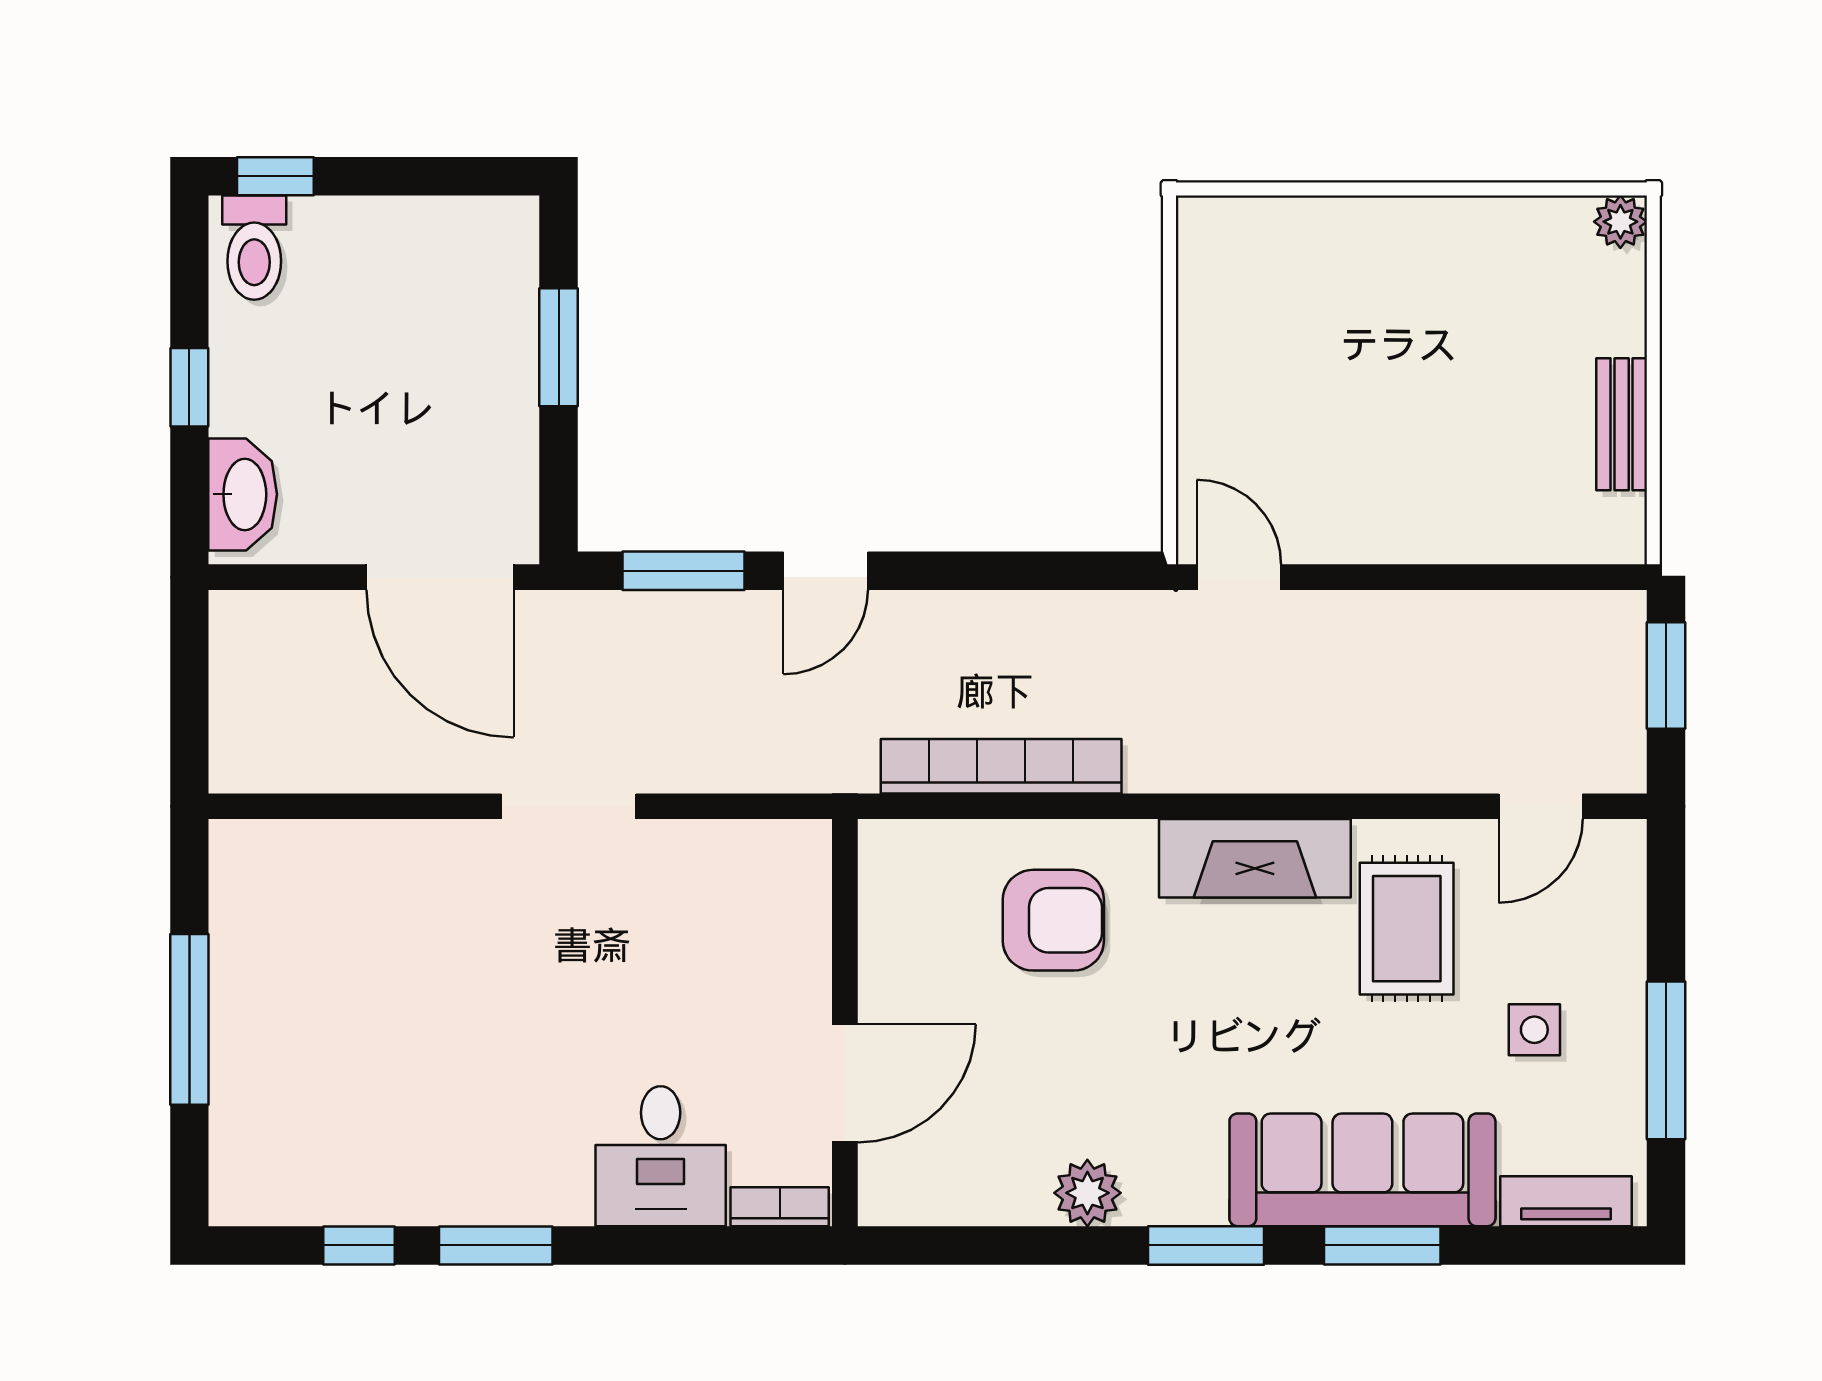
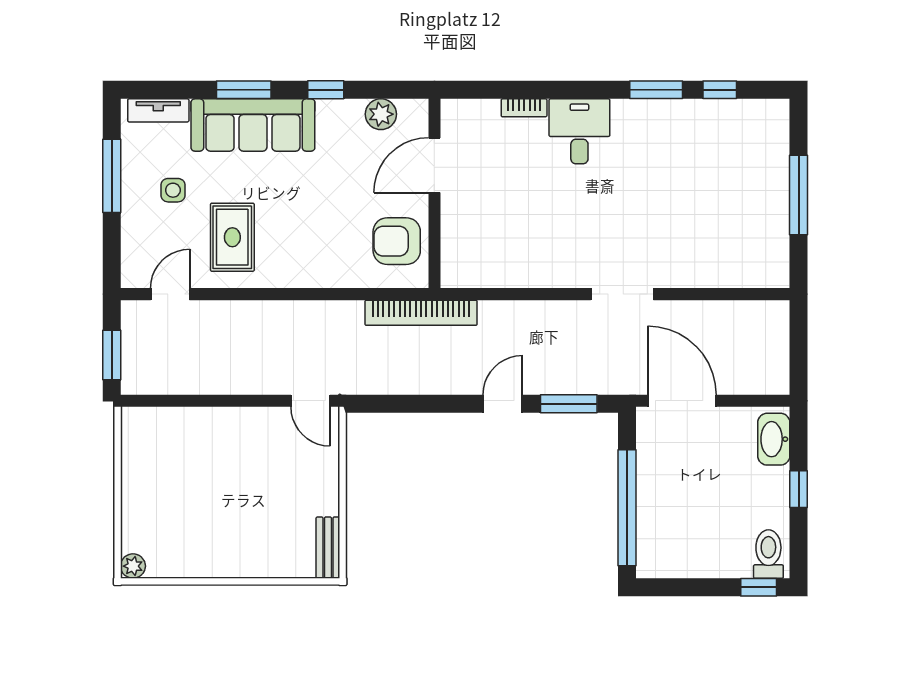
window: (559, 347) -> (627, 508), width x2.11
bench: (1622, 424) -> (328, 548), moved
fireplace: (1255, 858) -> (303, 270), removed
wall: (845, 1023) -> (434, 193), moved
door: (845, 1083) -> (434, 165), moved
window: (1206, 1245) -> (326, 90), width x0.67

